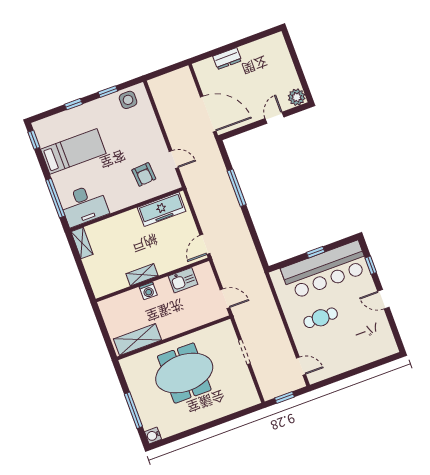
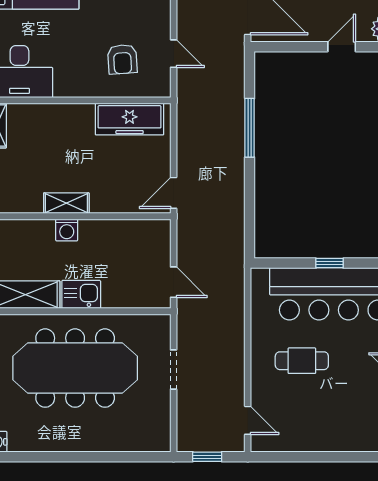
kitchen sink: (183, 280) -> (81, 294), moved, turned 180
meeting table: (184, 373) -> (75, 368), width x1.36

